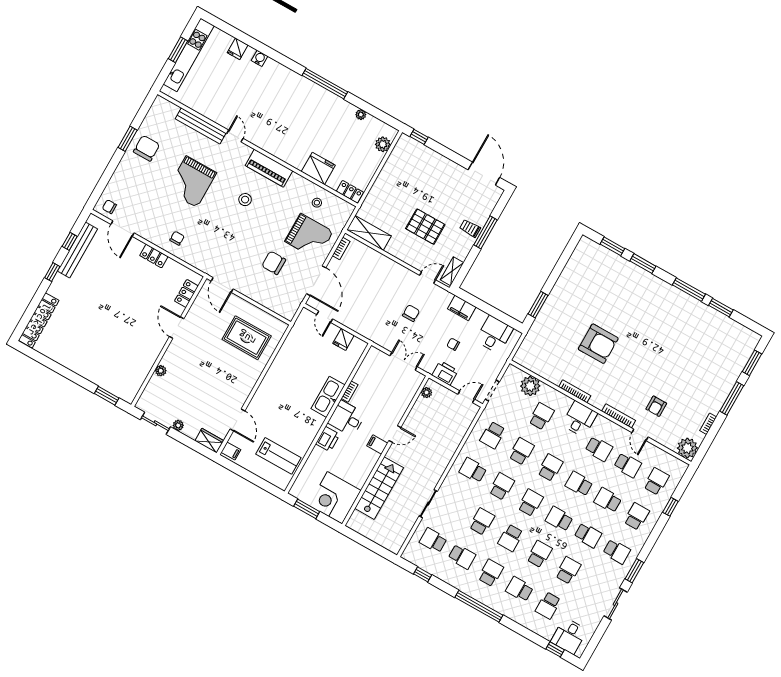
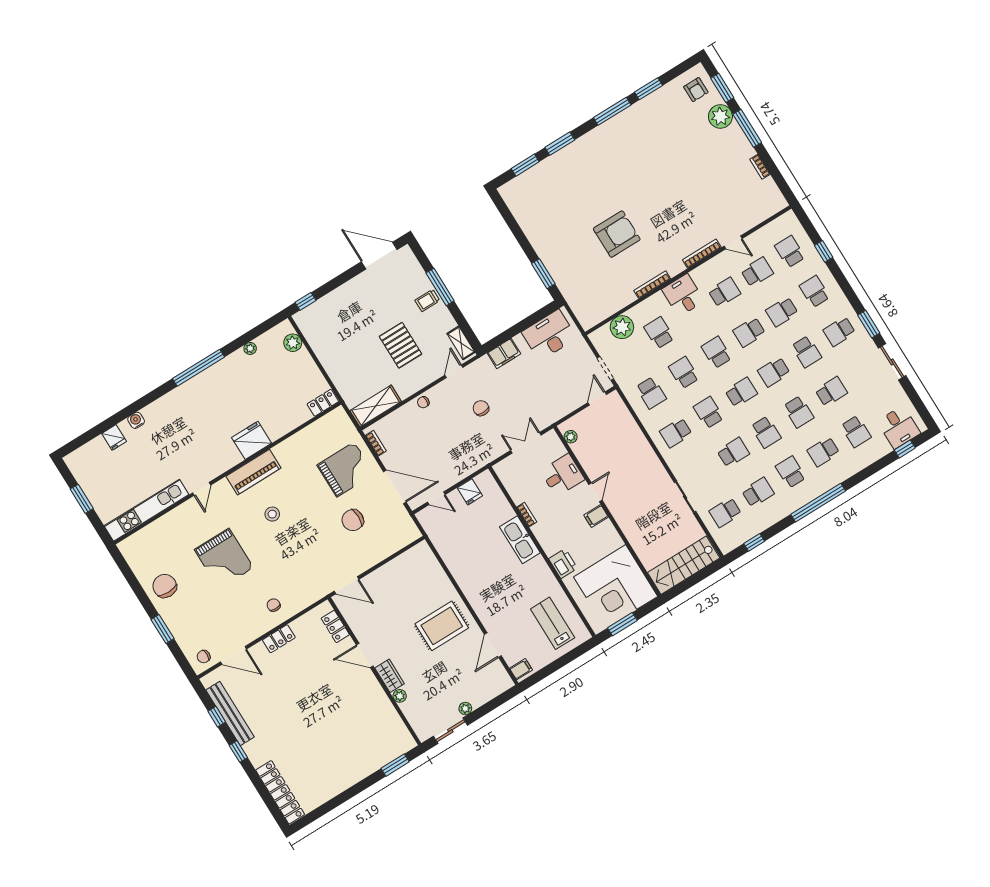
kitchen unit: (189, 55) -> (146, 510), moved, turned -90
bench: (201, 126) -> (172, 518), removed
door: (235, 136) -> (202, 489), swing flipped
window: (128, 139) -> (162, 629), moved
fridge: (318, 168) -> (252, 440), moved
stool: (317, 203) -> (315, 443), removed
pallet: (425, 227) -> (400, 345), turned 90
desk: (494, 334) -> (549, 335), width x1.37
rug: (247, 338) -> (442, 626), moved
chair: (453, 344) -> (423, 402), moved
printer: (445, 373) -> (561, 407), removed
armchair: (656, 406) -> (696, 90), moved
desk: (347, 418) -> (562, 475), moved, turned 180
door: (237, 420) -> (493, 645), swing flipped
wardrobe: (209, 441) -> (390, 676), moved, turned 90
plant: (687, 448) -> (720, 116), moved
lab bench: (278, 456) -> (553, 623), turned -90
stairs: (379, 488) -> (684, 565), moved, turned -90
corner desk: (335, 498) -> (616, 587), width x1.36, depth x1.36
school desk: (530, 503) -> (741, 392), turned 90
school desk: (482, 522) -> (733, 452), turned 90
school desk: (588, 535) -> (807, 352), turned 90
school desk: (617, 552) -> (839, 331), turned 180
school desk: (539, 554) -> (799, 412), turned 180
school desk: (568, 570) -> (831, 392), turned 90

